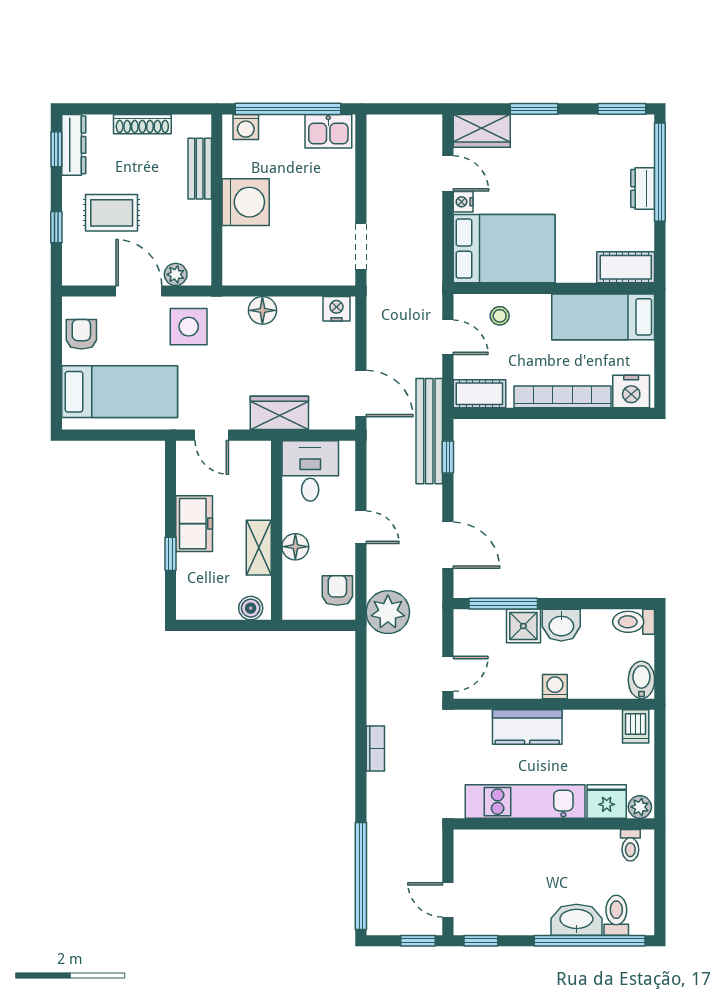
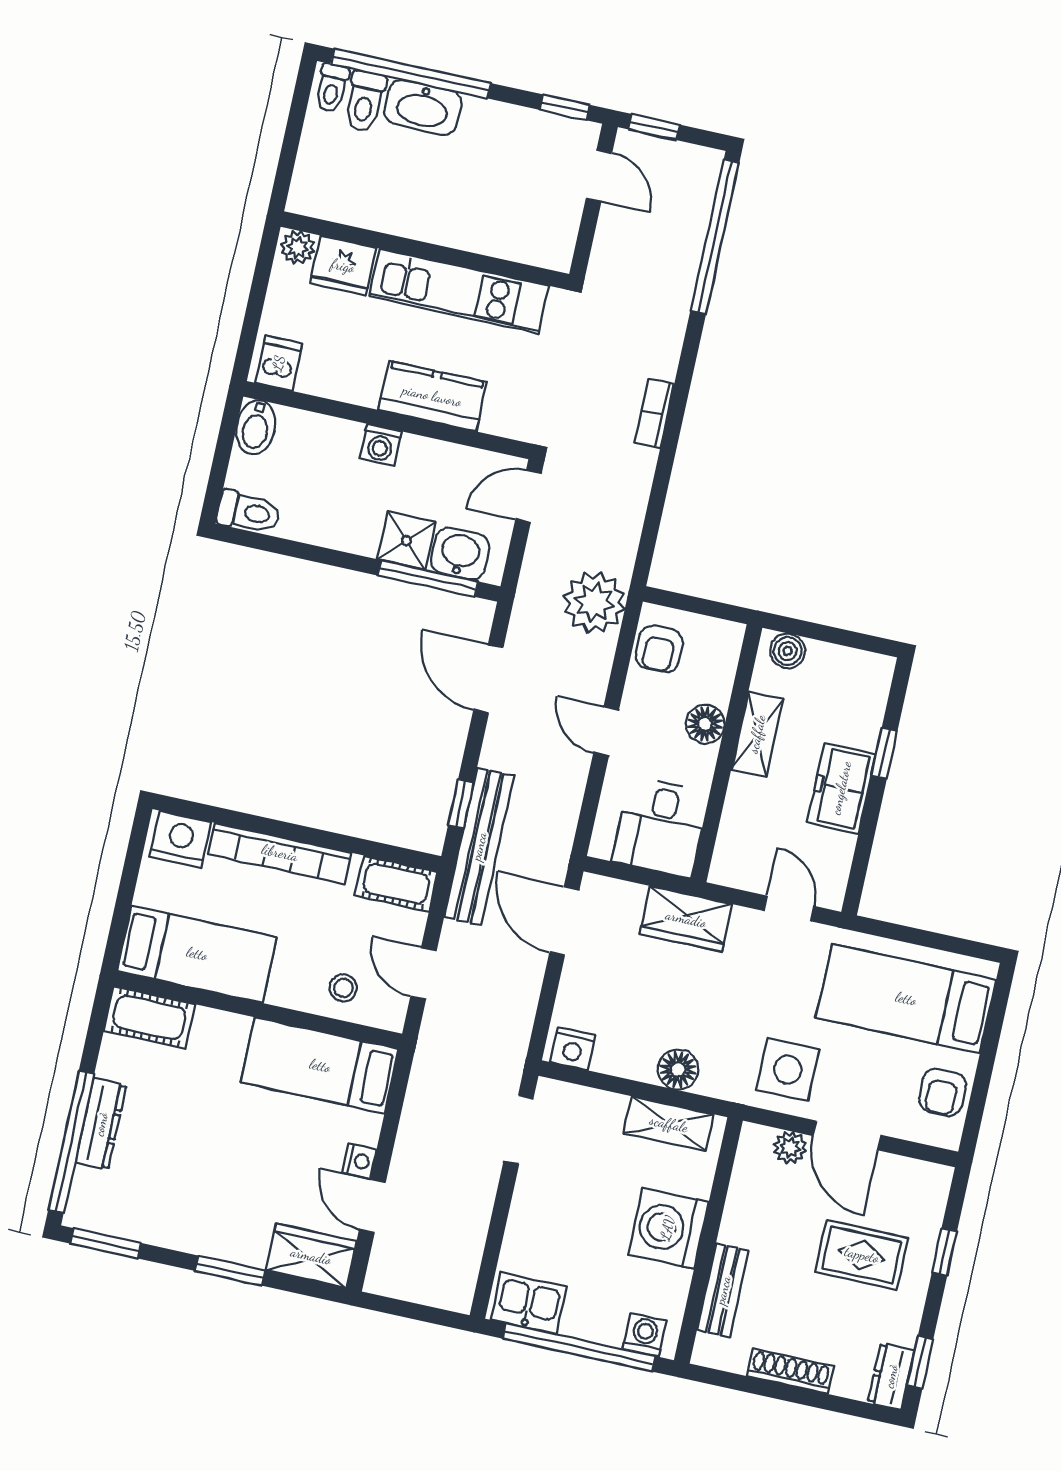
dresser: (74, 145) -> (891, 1376), width x0.70
dresser: (643, 189) -> (101, 1124), width x1.44
bed: (504, 249) -> (320, 1066), width x0.67
shelving: (261, 273) -> (669, 1124), added
washbasin: (561, 625) -> (460, 554), moved
toilet: (630, 845) -> (332, 88), moved, turned 180

